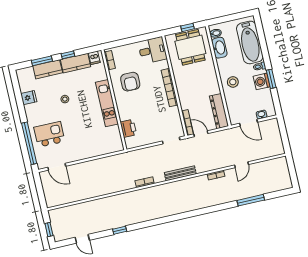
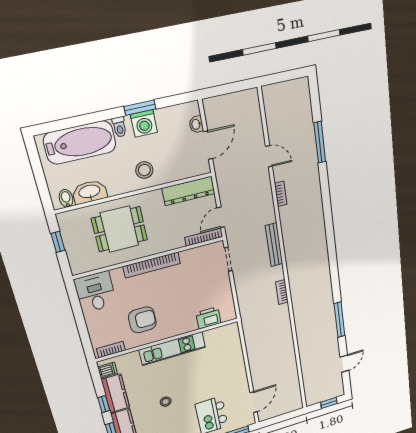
dining table: (190, 47) -> (120, 229), moved
window: (120, 230) -> (340, 320), width x2.17

